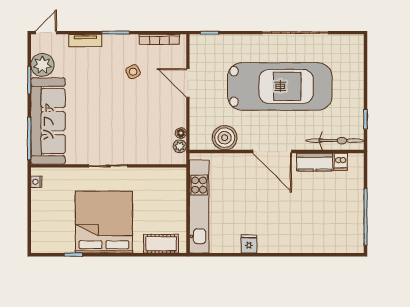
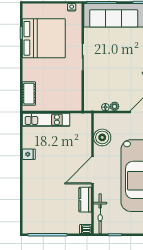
plant: (180, 146) -> (115, 106), moved
dishwasher: (341, 162) -> (86, 229), moved
kitchen unit: (199, 206) -> (46, 120), width x0.73
bed: (104, 222) -> (44, 38), moved

